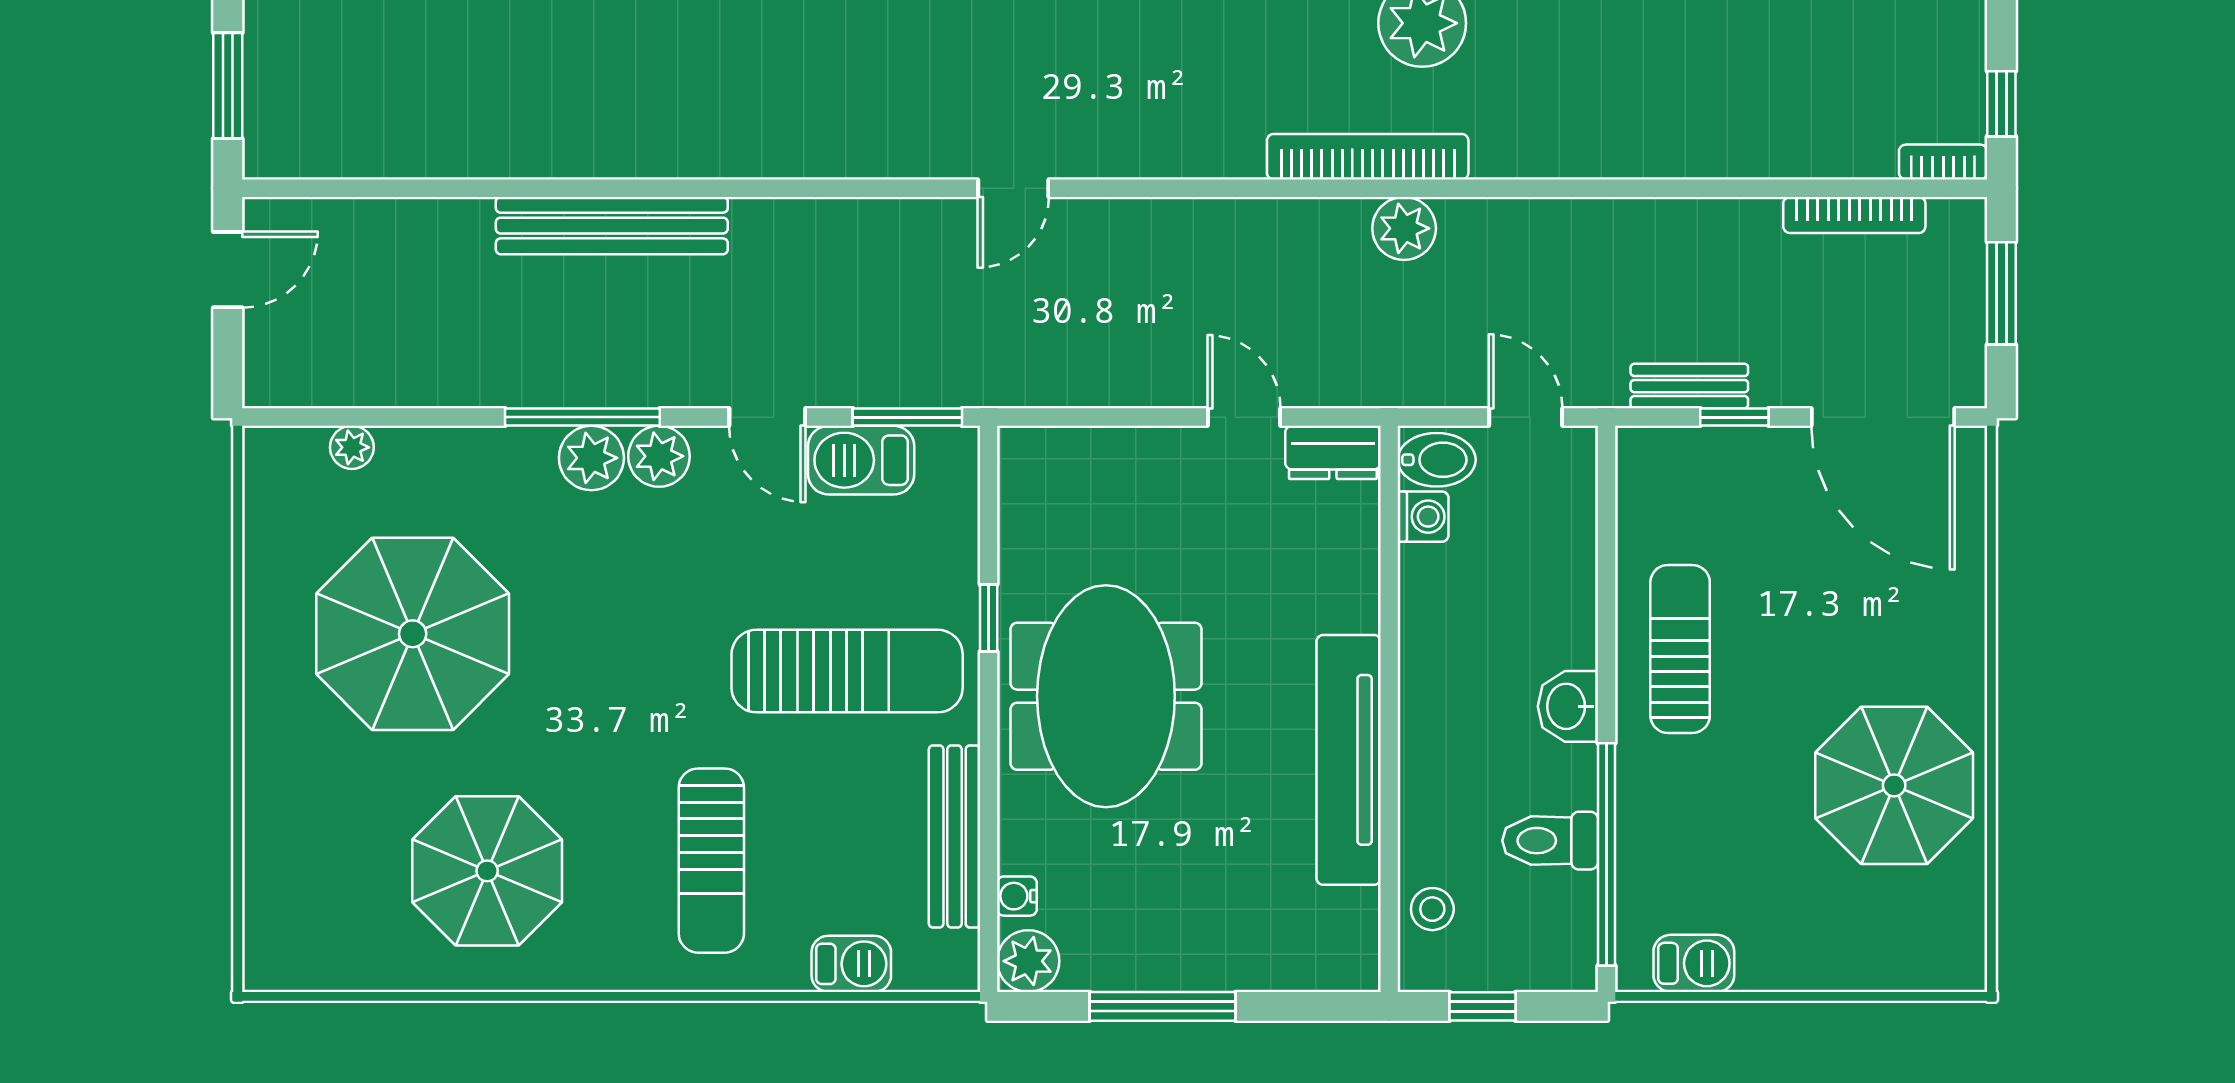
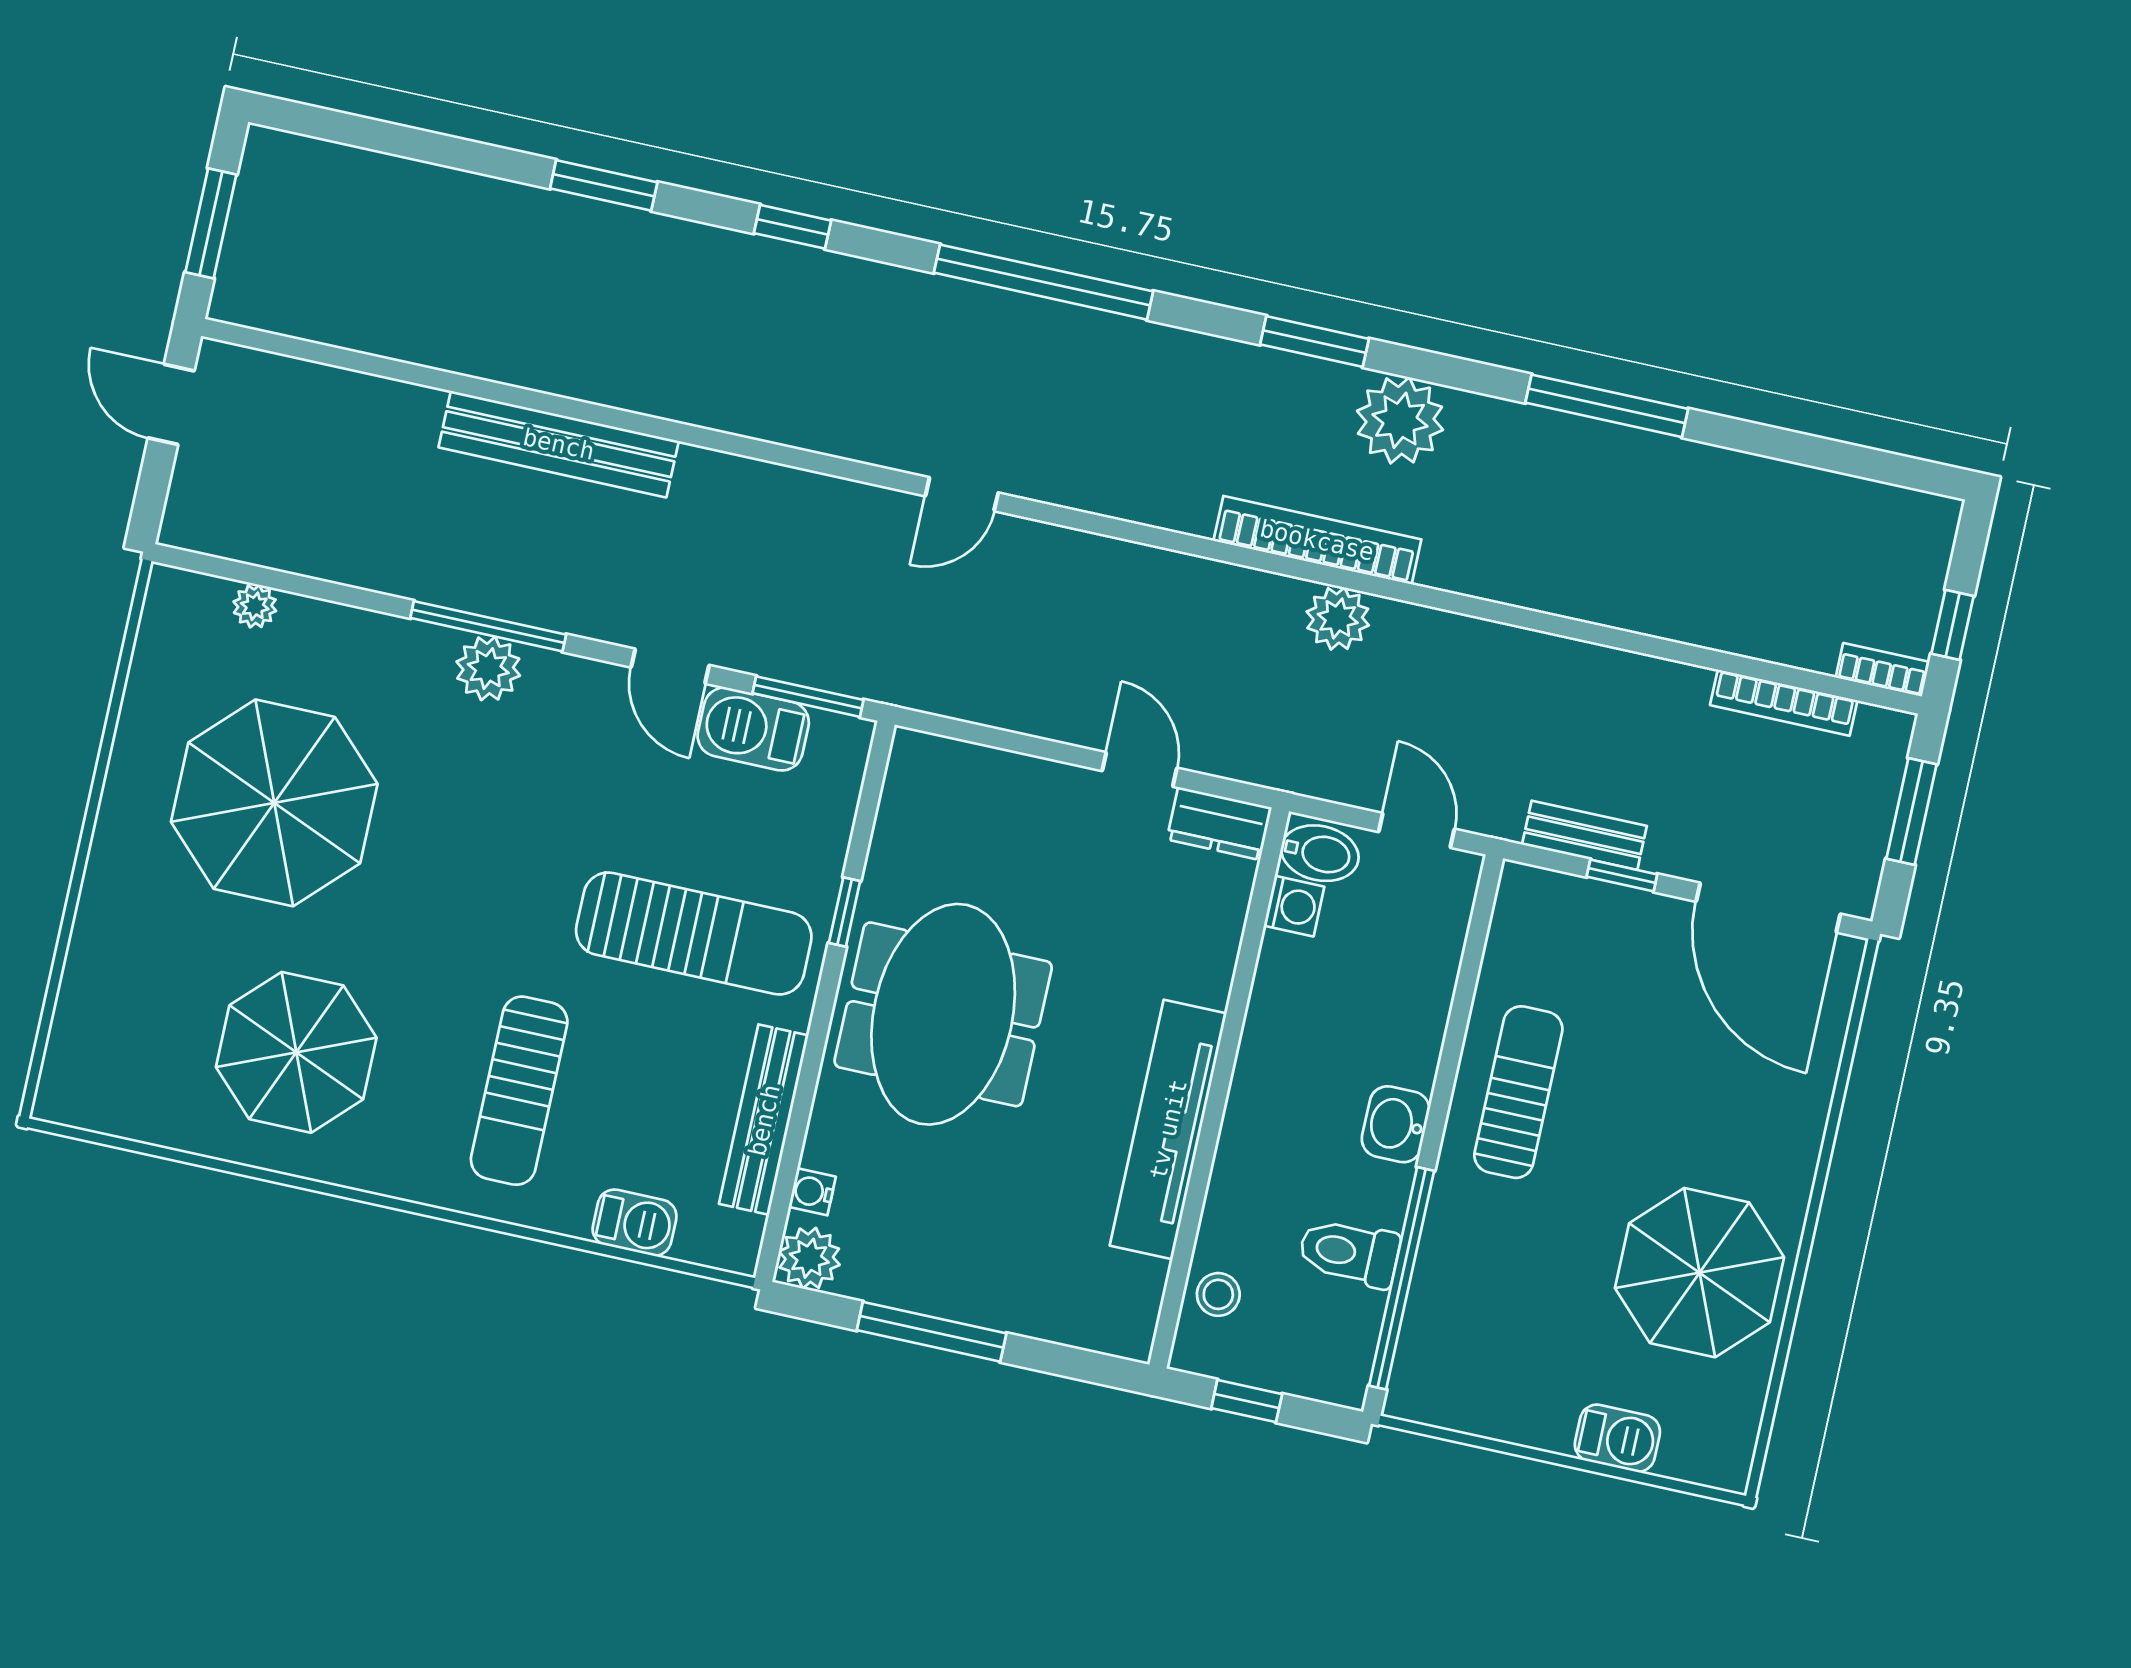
door: (228, 270) -> (171, 404), swing flipped
plant: (659, 456) -> (555, 681), removed
barbecue: (1694, 963) -> (1617, 1438), moved

